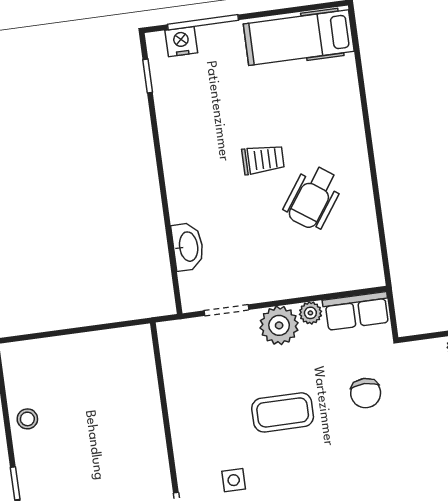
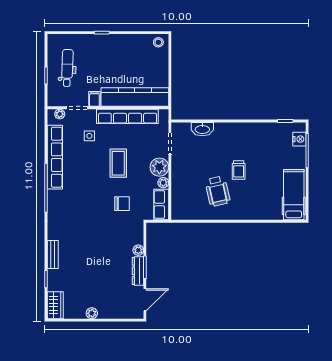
wheelchair: (313, 197) -> (218, 191), turned -138
chair: (366, 393) -> (122, 204), turned 180
kitchen counter: (140, 396) -> (135, 97), added
row of seats: (182, 406) -> (127, 116), added
stool: (27, 419) -> (158, 42), moved
filing cabinet: (155, 480) -> (94, 99), added

